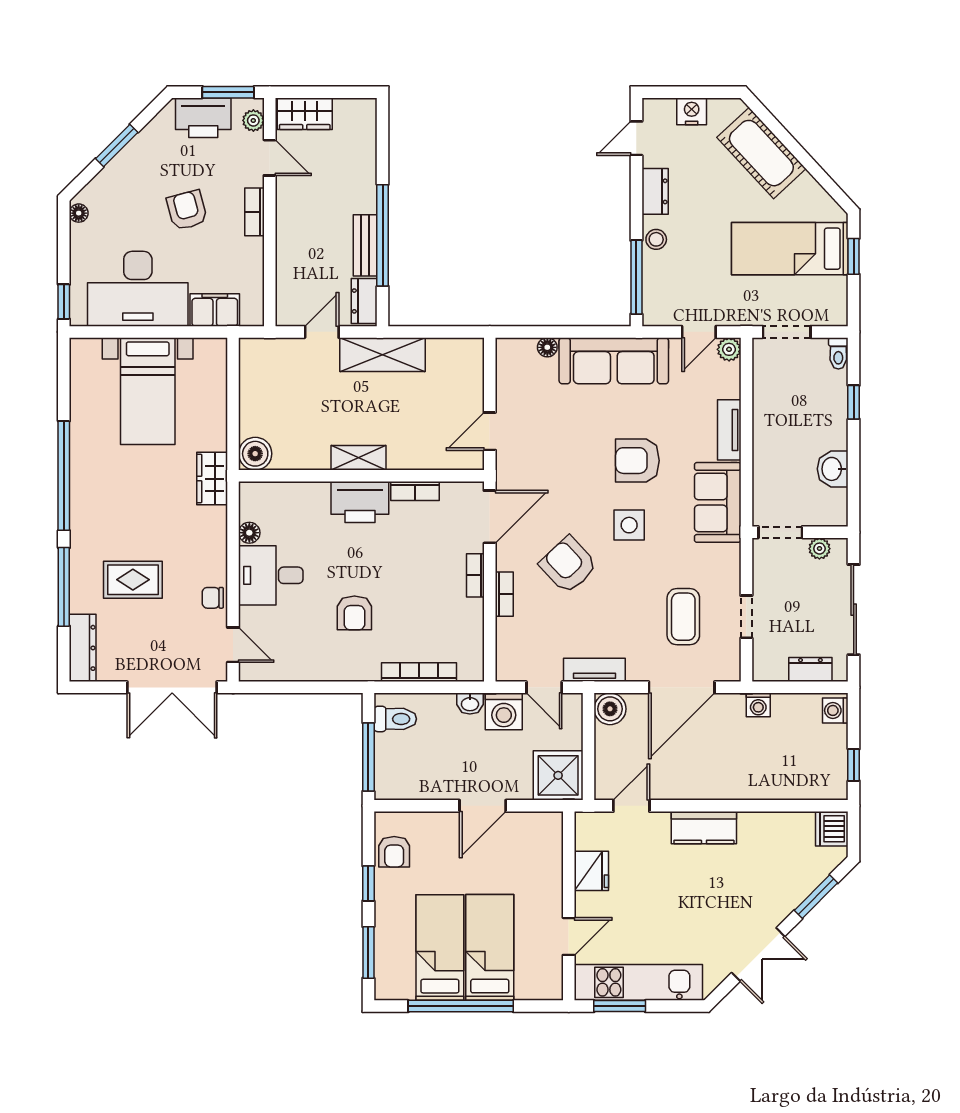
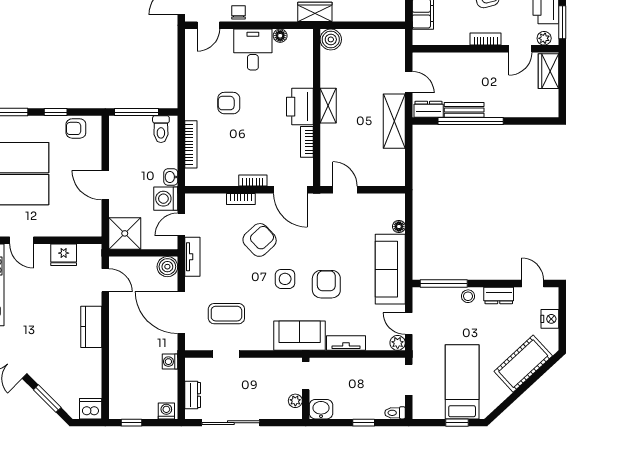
doorway: (780, 532) -> (306, 376), moved
wall: (800, 532) -> (306, 388), moved
plant: (819, 549) -> (295, 401), moved

